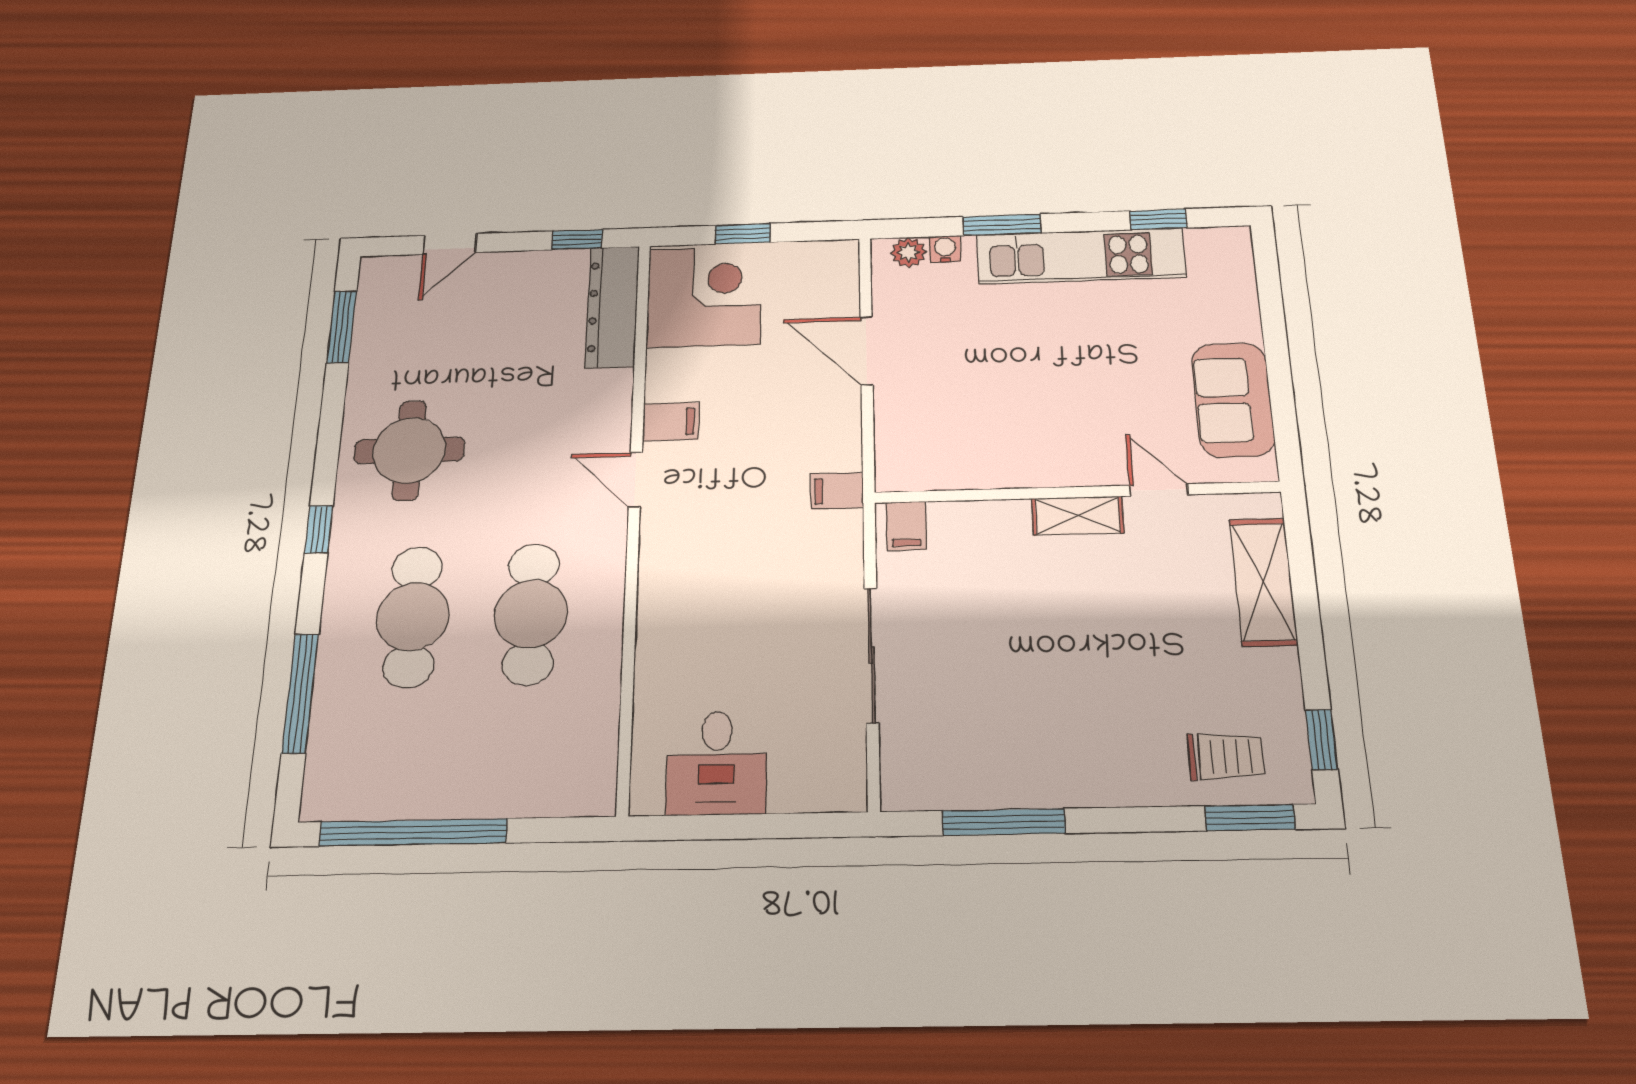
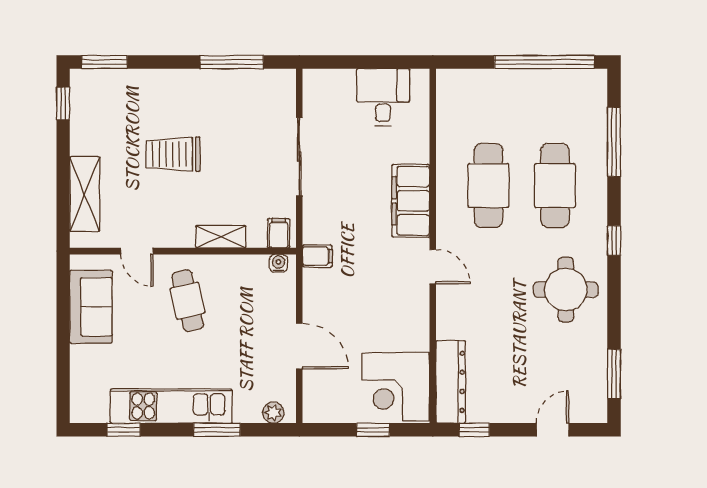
water cooler: (945, 249) -> (279, 263), moved, turned 180
cafe table: (1063, 414) -> (188, 301), added
filing cabinet: (671, 422) -> (411, 201), moved, width x3.00, depth x1.17
shelving: (1078, 516) -> (221, 237), moved
trolley: (1226, 757) -> (173, 154), moved, width x1.36, depth x1.39

